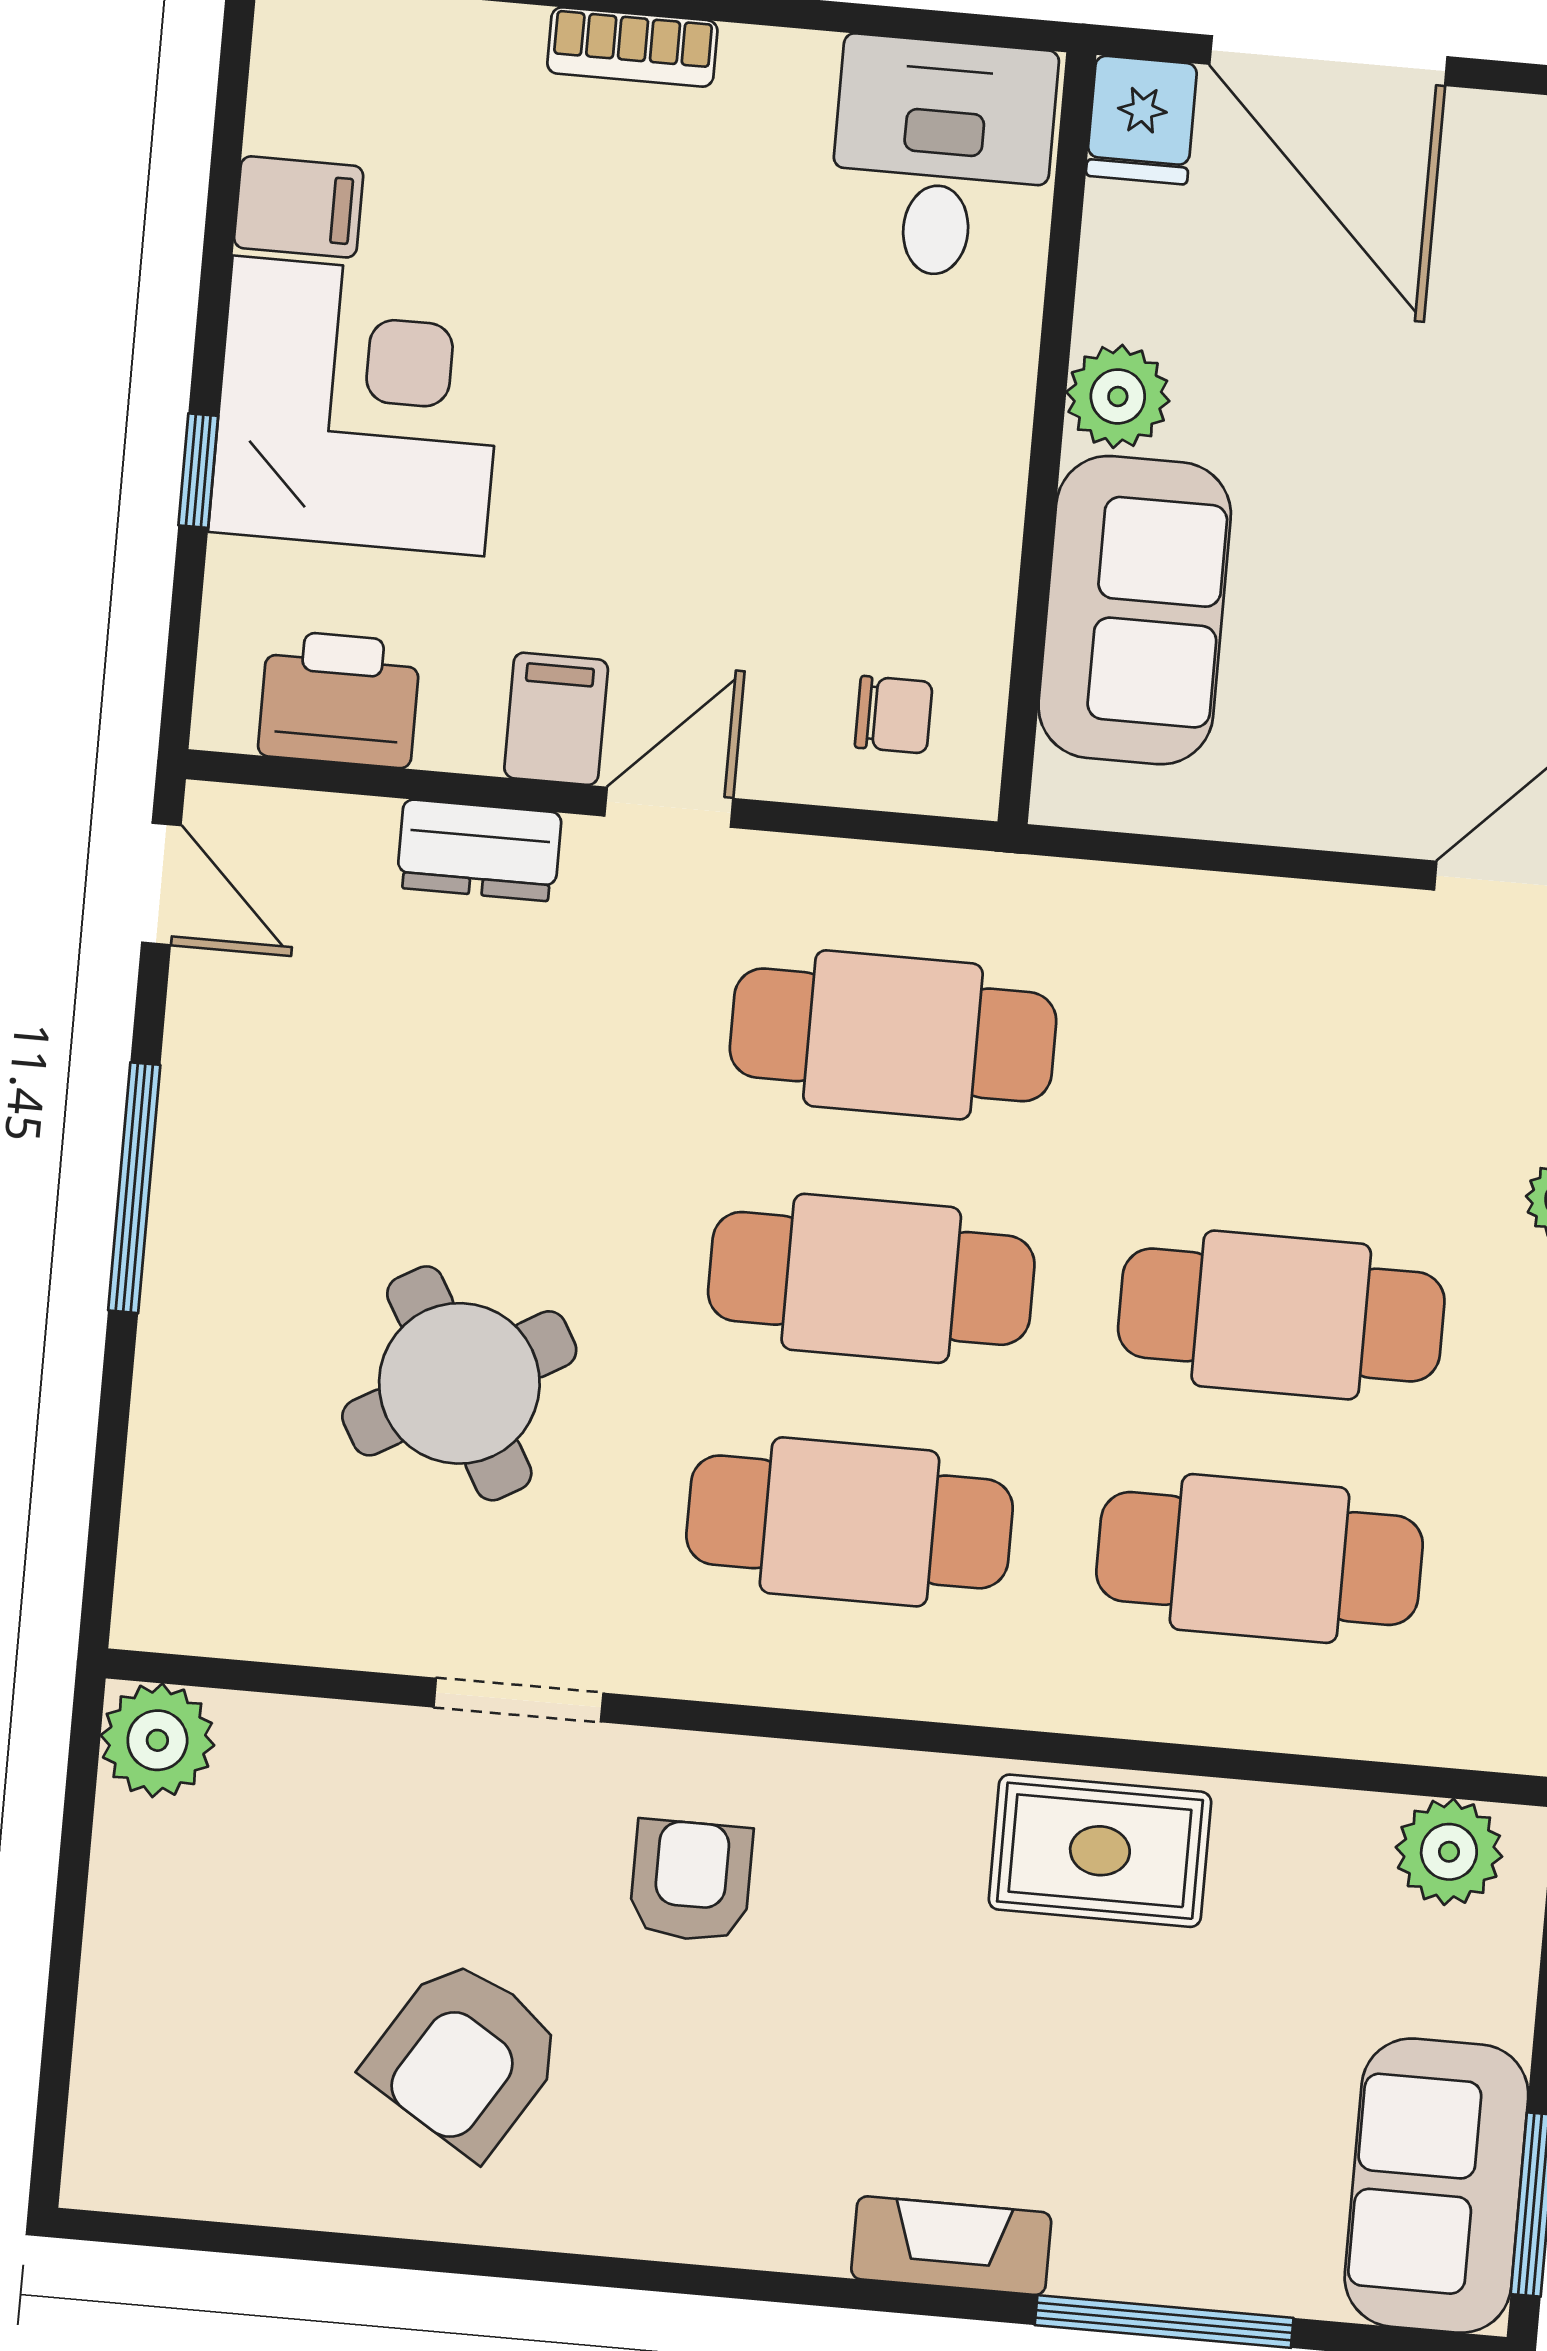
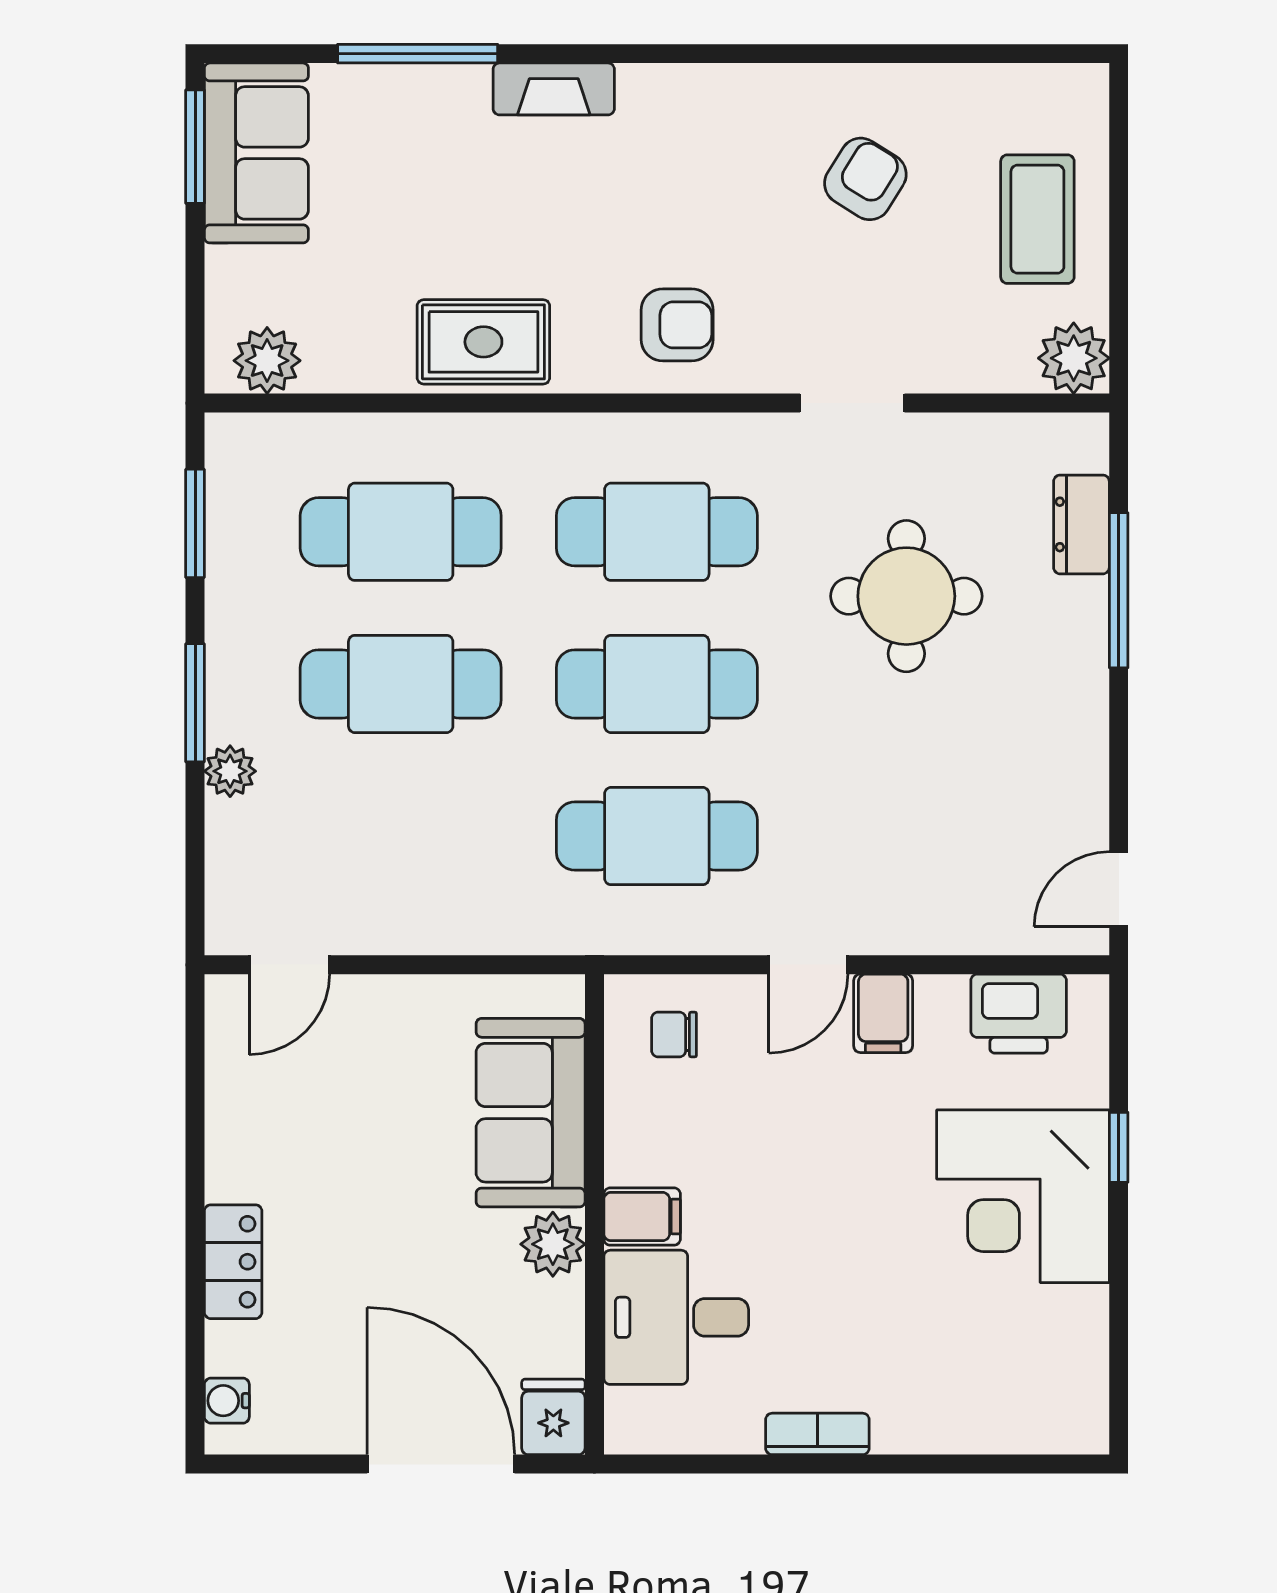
bookcase: (632, 47) -> (817, 1434), moved
desk: (942, 158) -> (676, 1317), moved, turned 90
filing cabinet: (299, 207) -> (642, 1217), moved, turned 180
dresser: (479, 850) -> (1081, 524), moved, turned -90
door: (161, 884) -> (1119, 889), hinge flipped
window: (134, 1188) -> (1119, 590), moved
round table: (459, 1383) -> (906, 596), turned 30
armchair: (691, 1881) -> (677, 325), moved, turned -90
coffee table: (196, 1968) -> (1037, 219), added
armchair: (465, 2057) -> (865, 179), width x0.72, depth x0.72

